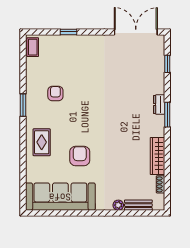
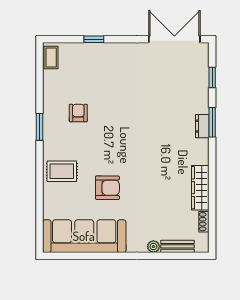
window: (167, 115) -> (212, 122), moved
rug: (42, 142) -> (62, 171), turned 90
armchair: (80, 156) -> (107, 188), turned 90

